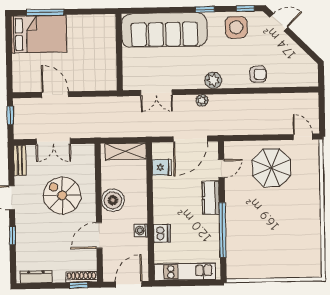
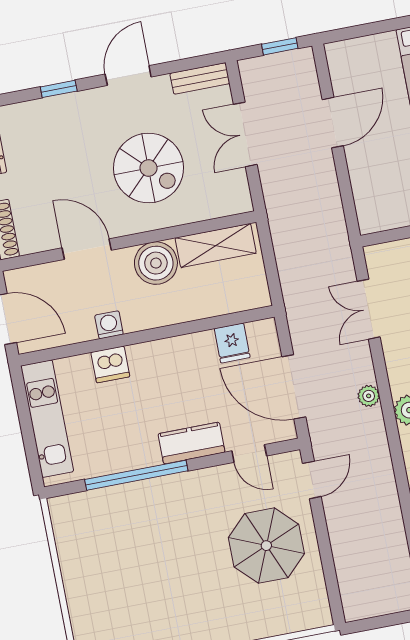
door: (303, 137) -> (312, 480), moved
shelving: (126, 151) -> (216, 245), moved, turned 90
spiral stairs: (62, 195) -> (149, 168), turned 90

